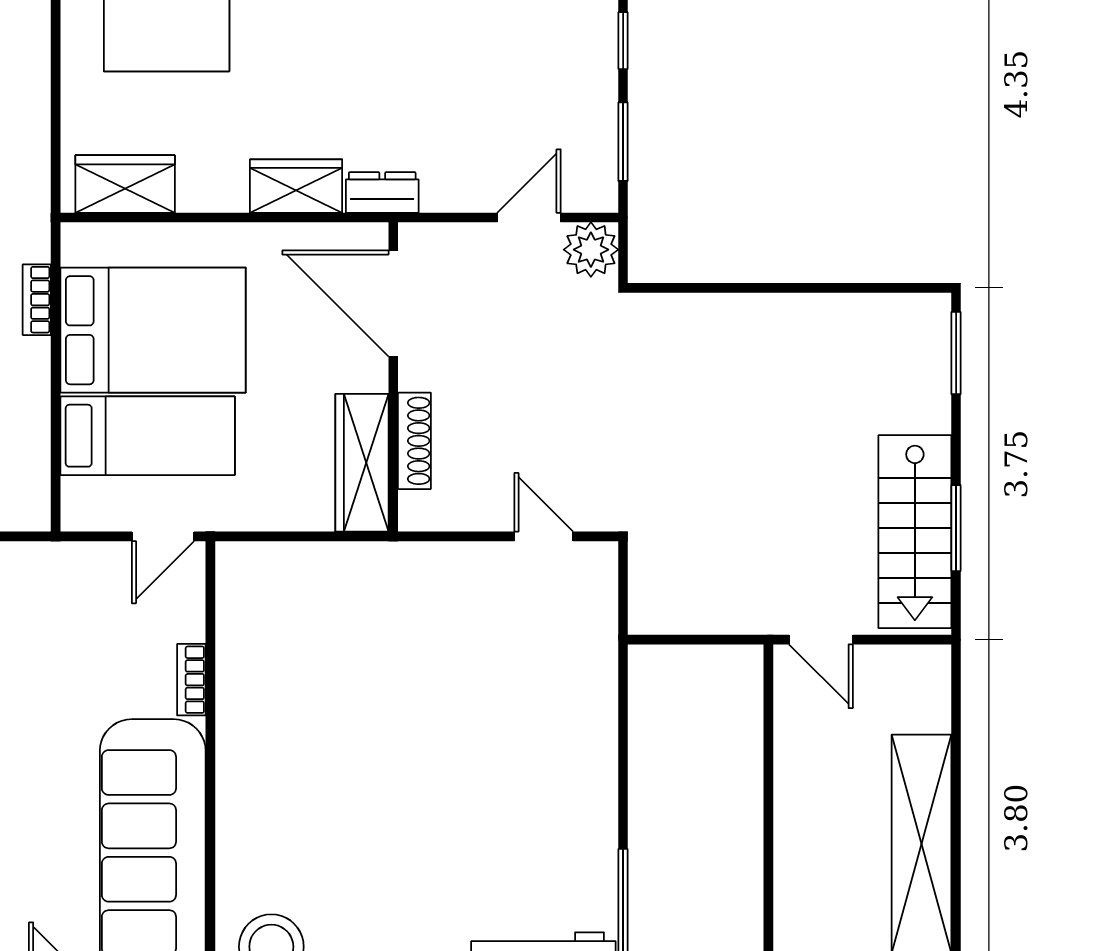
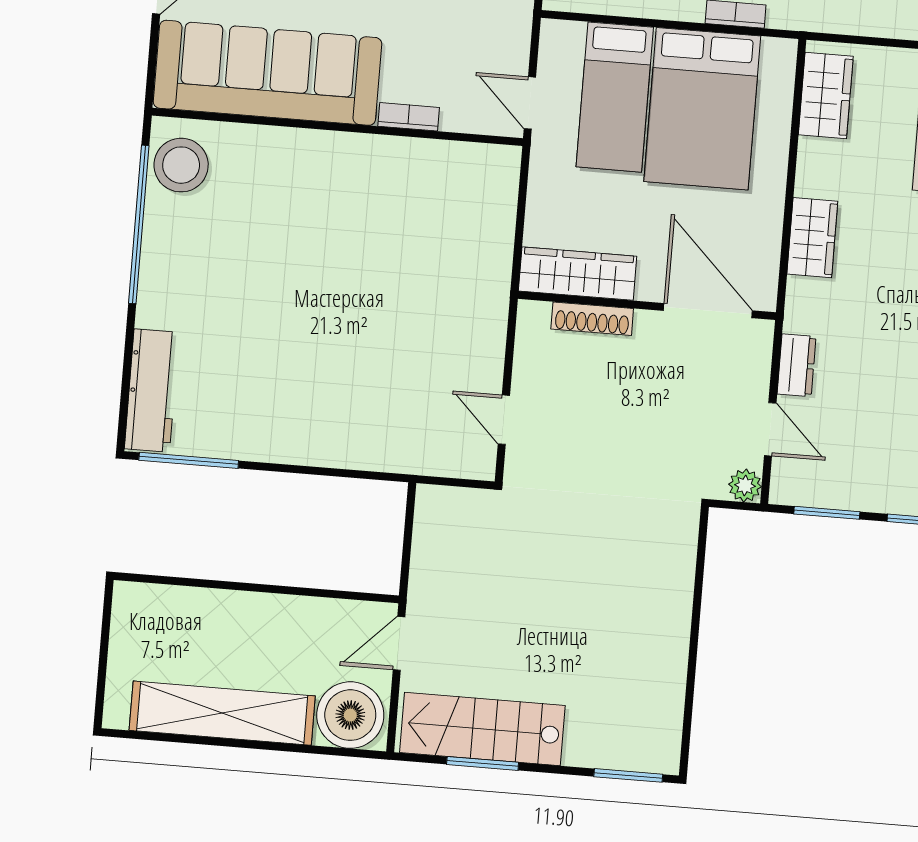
dresser: (382, 192) -> (797, 365), moved
plant: (591, 250) -> (745, 485), width x0.73, depth x0.73
door: (393, 304) -> (708, 311), hinge flipped
door: (544, 536) -> (504, 420), swing flipped
boiler: (911, 691) -> (350, 715), added

